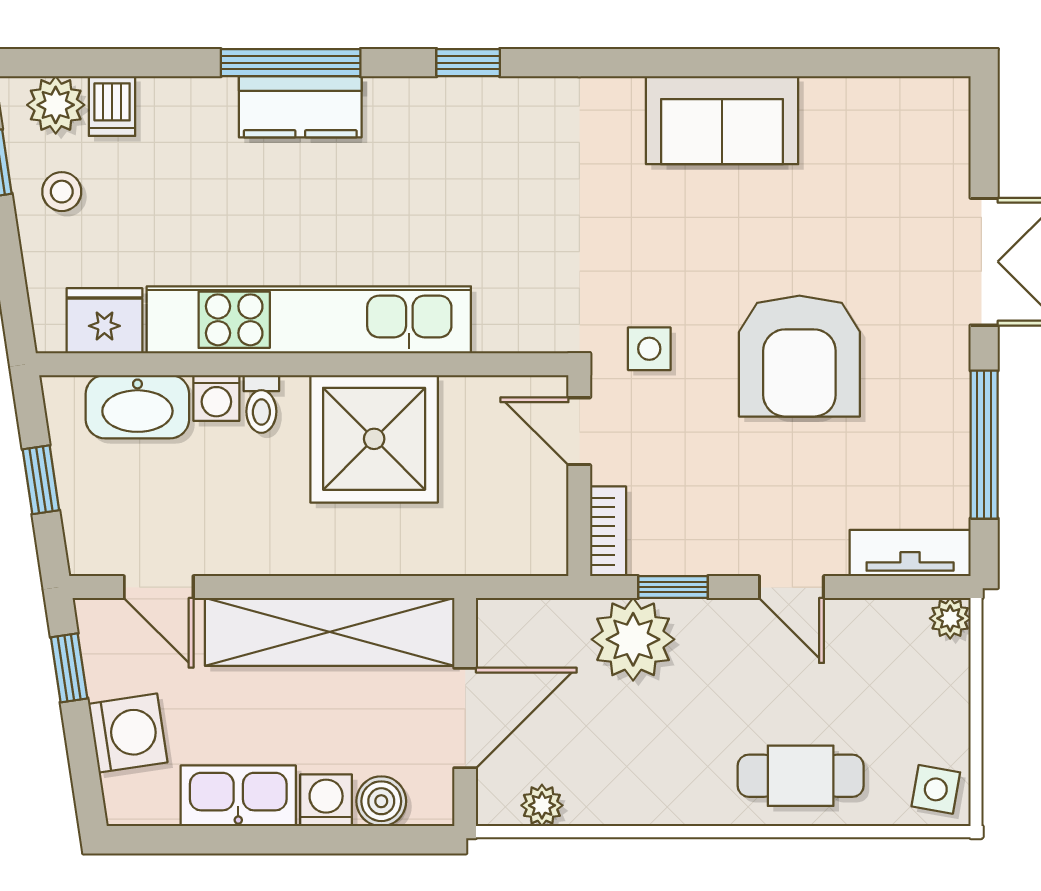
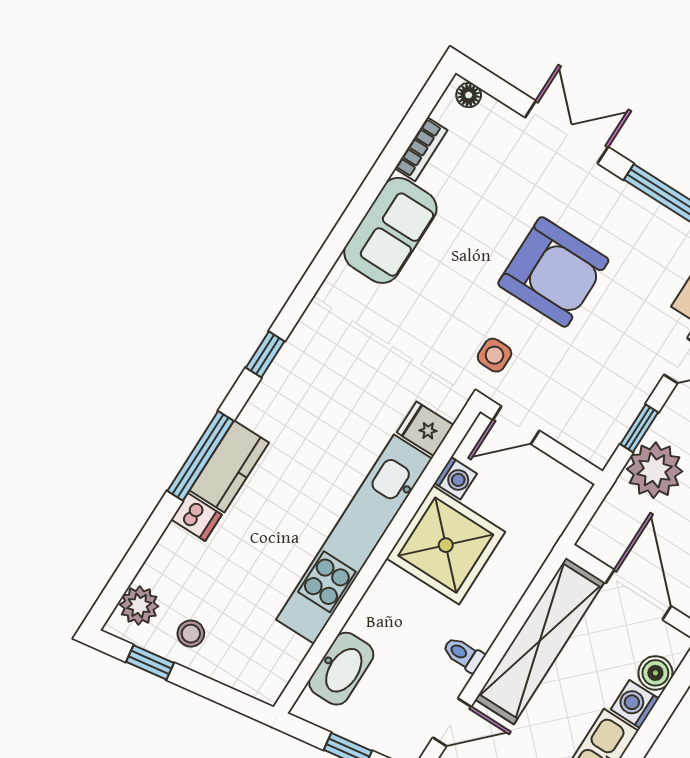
dishwasher: (112, 106) -> (196, 517), moved
floor lamp: (953, 110) -> (469, 95), added
fridge: (104, 321) -> (425, 429), moved, width x0.72
washing machine: (216, 398) -> (456, 478), moved
toilet: (261, 404) -> (463, 654), moved, turned 180
bookcase: (608, 531) -> (421, 149), moved, turned 90

